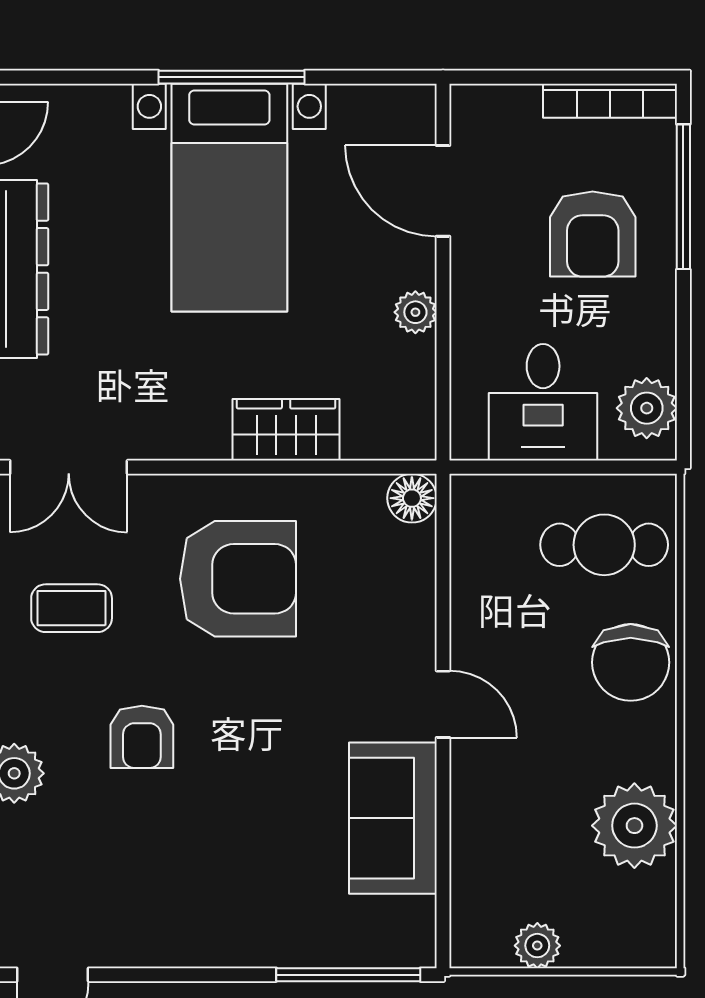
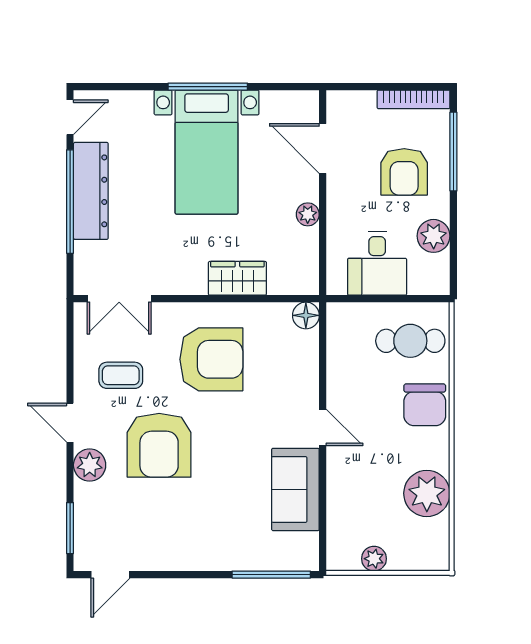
plant: (647, 408) -> (434, 236), moved
armchair: (142, 737) -> (159, 445), width x1.88, depth x1.88

